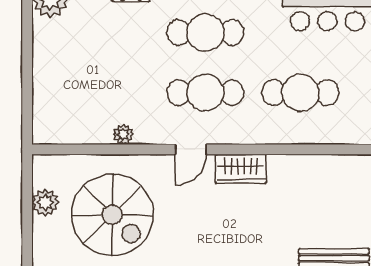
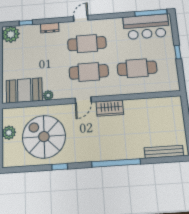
booth: (76, 121) -> (24, 90), added
spiral stairs: (112, 215) -> (44, 137), turned 180

